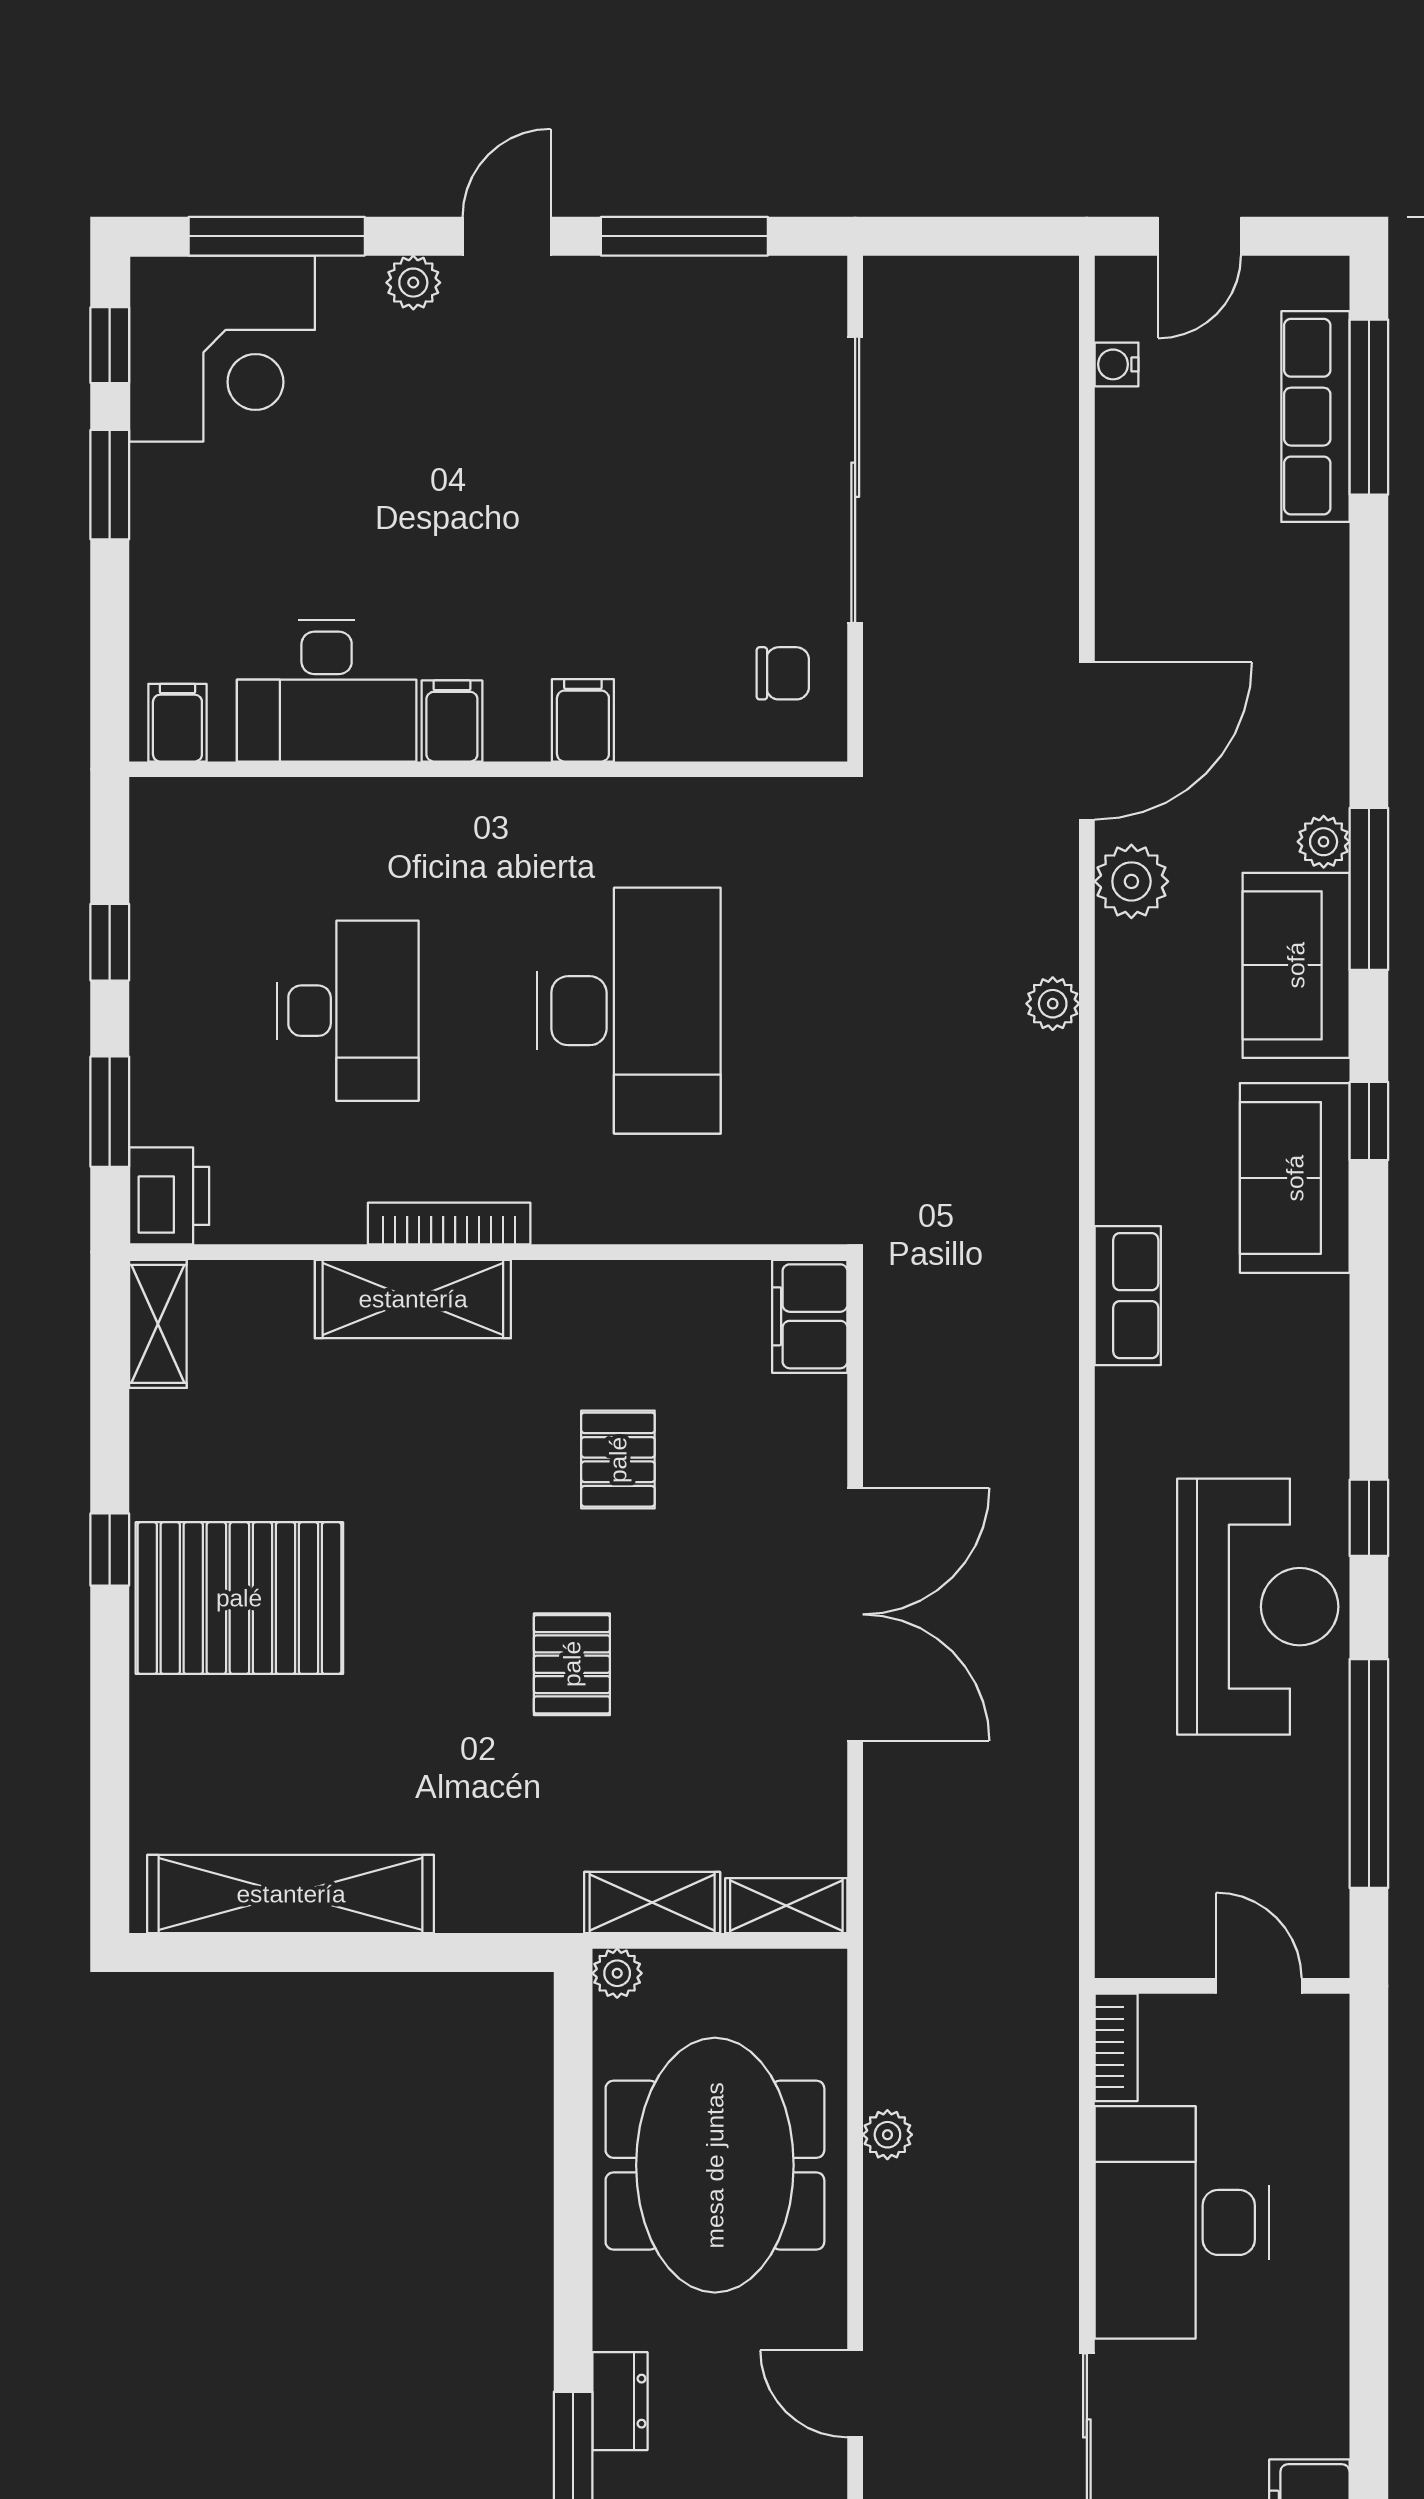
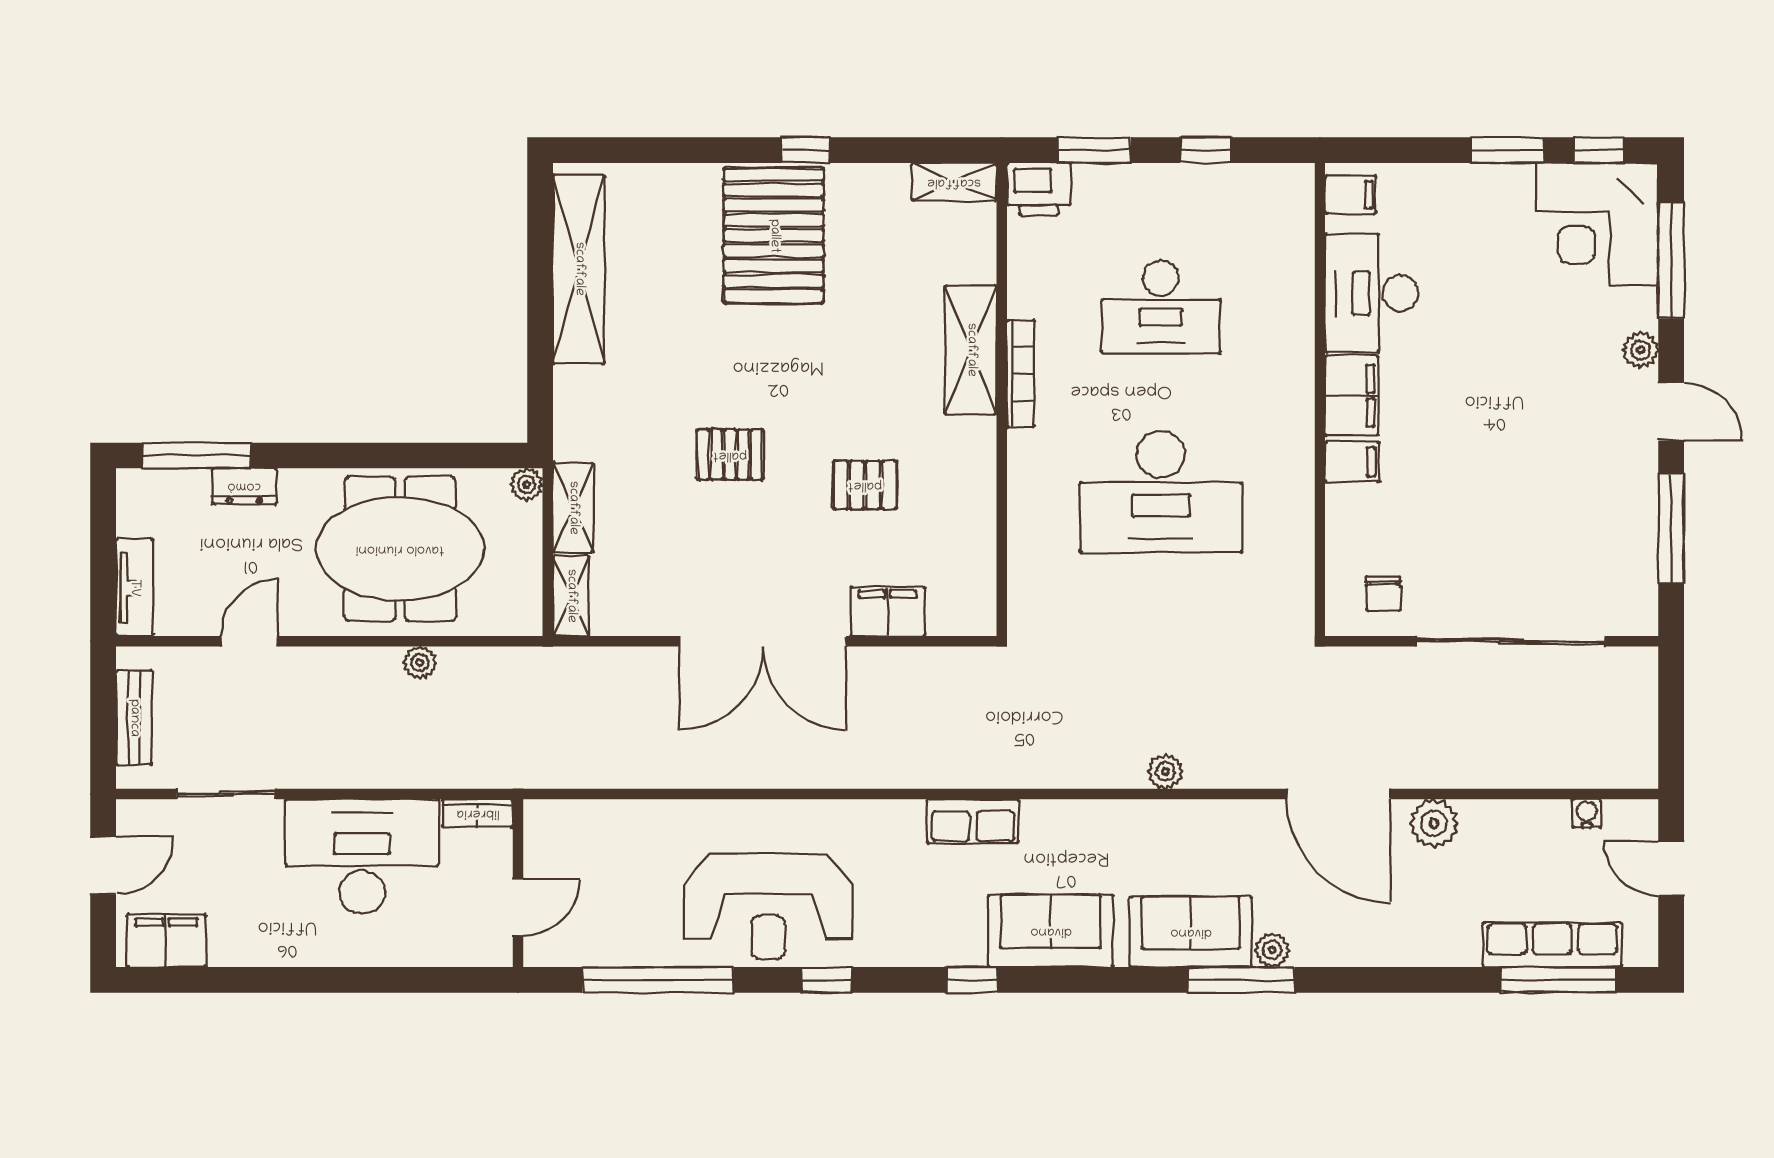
filing cabinet: (452, 721) -> (1352, 396), width x2.00
plant: (1131, 881) -> (1434, 823), moved
window: (1369, 1121) -> (972, 980), moved
filing cabinet: (810, 1316) -> (888, 611), moved

